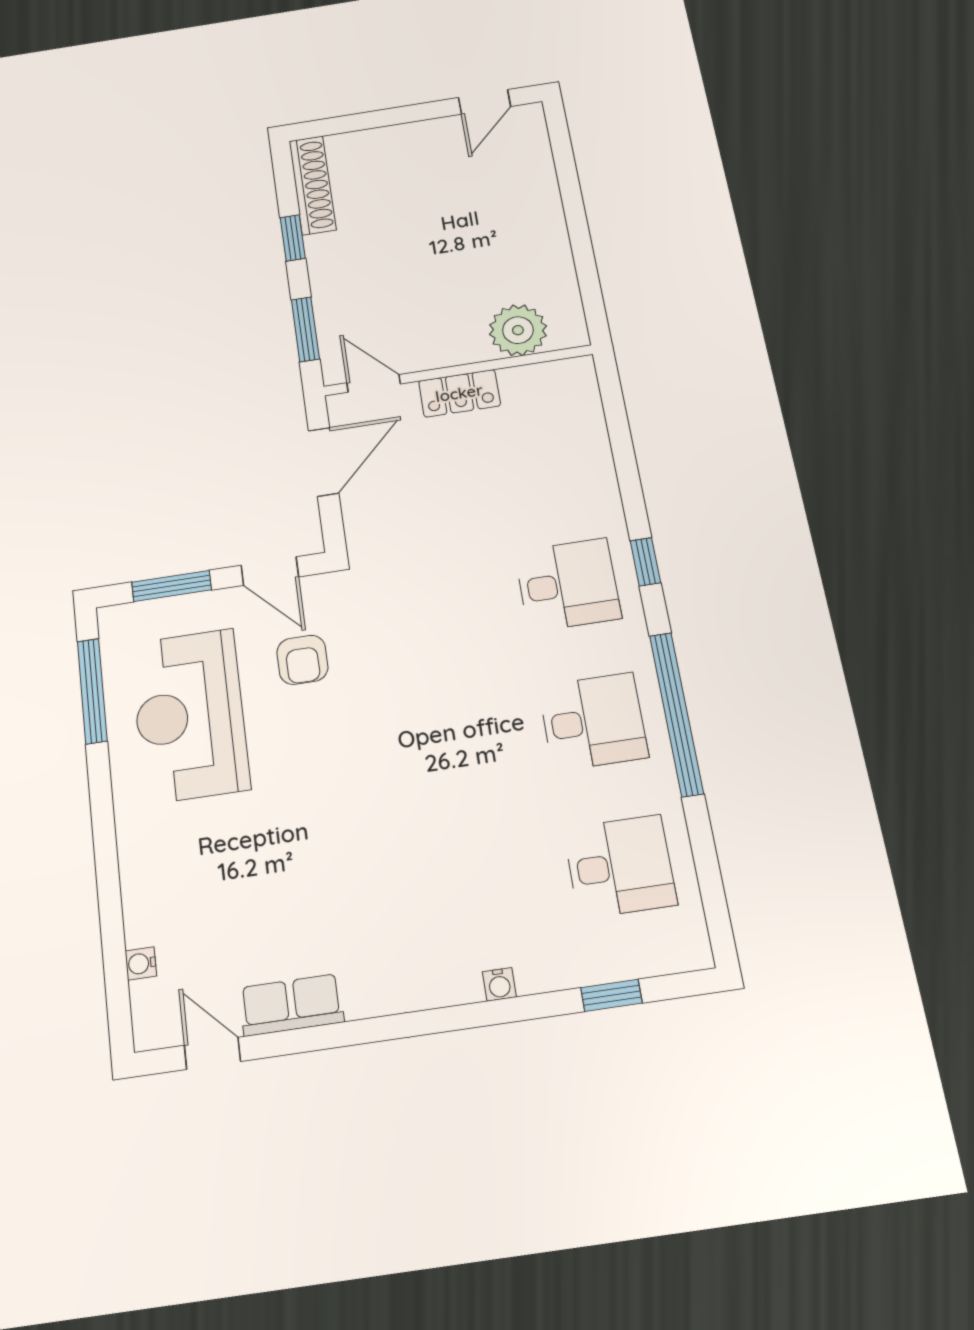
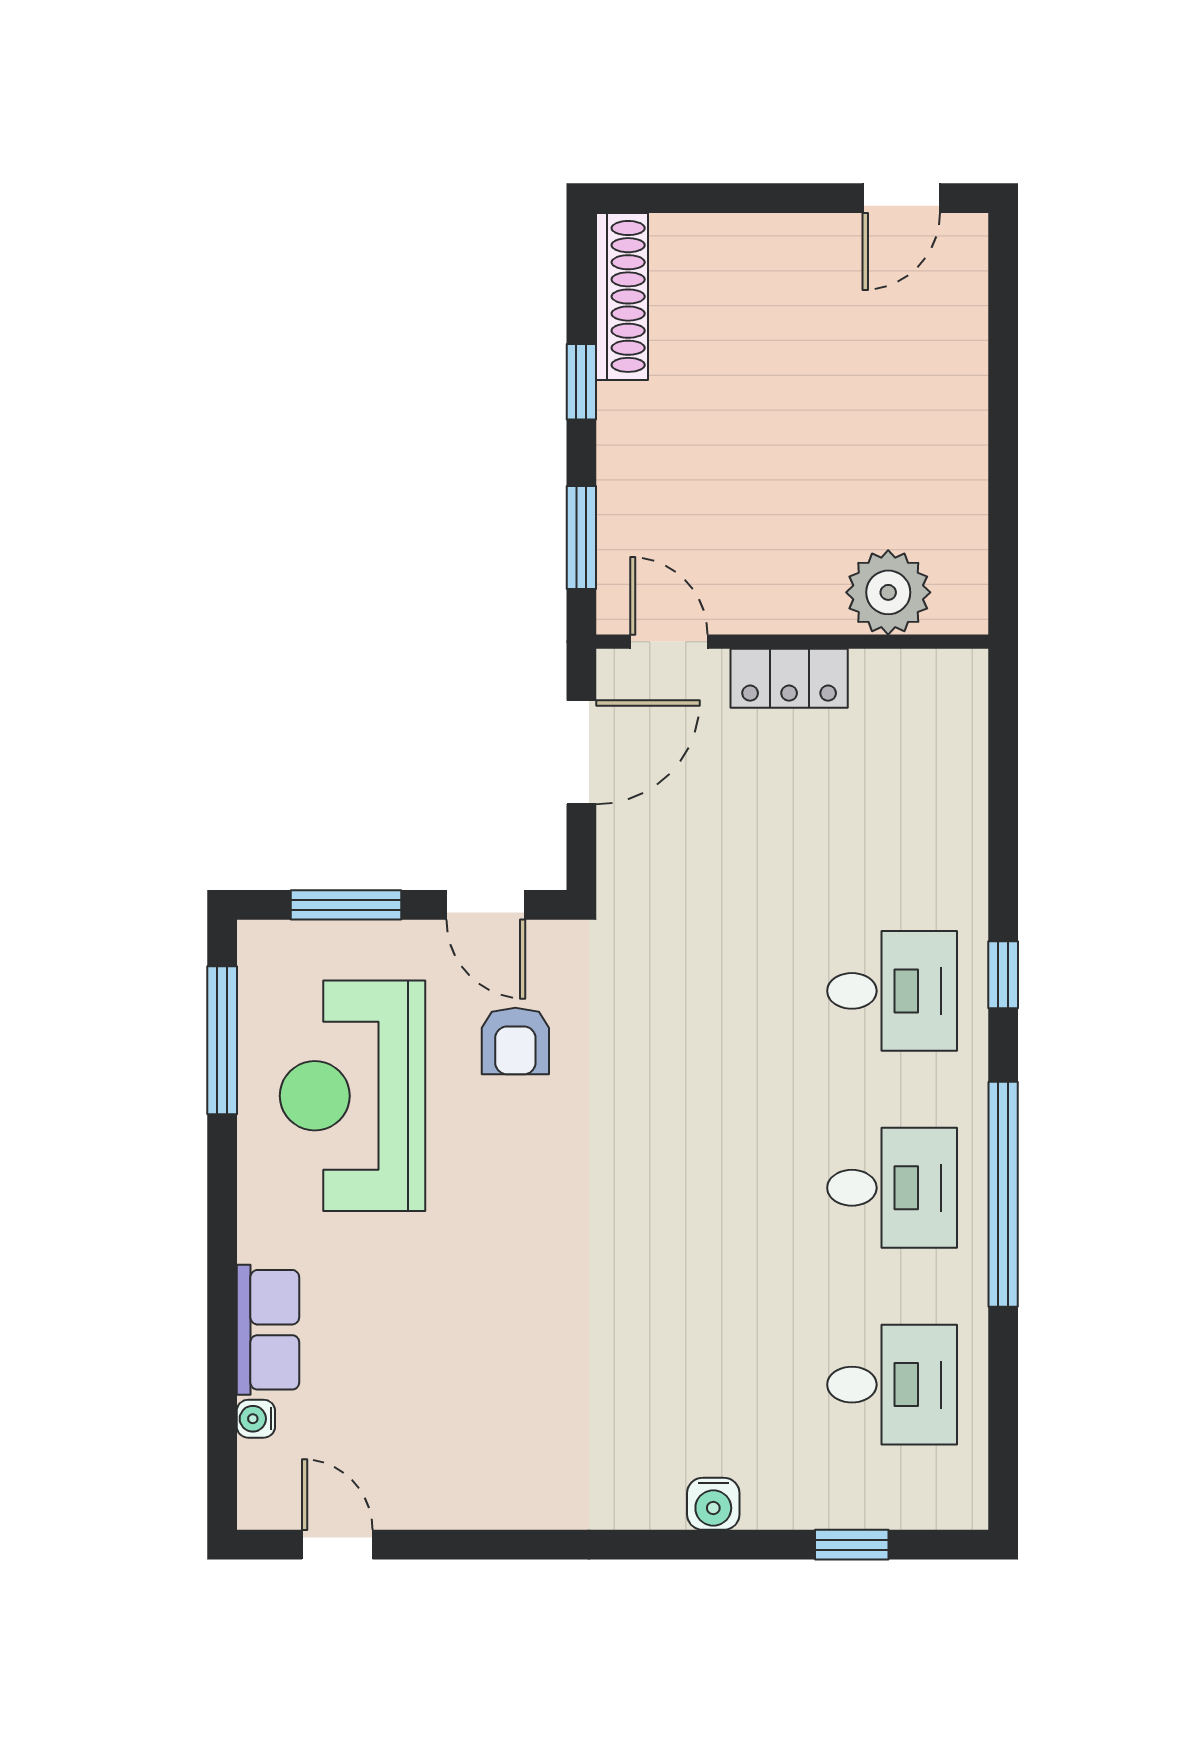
water cooler: (499, 984) -> (713, 1504), width x1.38, depth x1.38
row of seats: (291, 1005) -> (268, 1330), moved, turned 90

